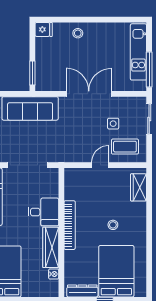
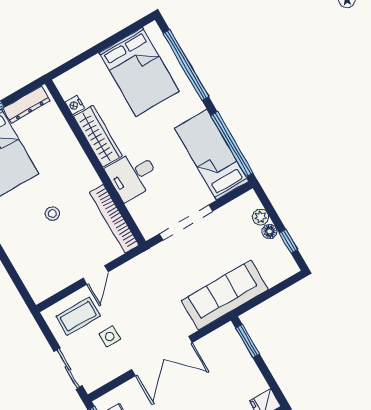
wardrobe: (139, 187) -> (32, 275), removed
bookcase: (70, 225) -> (114, 219), moved
stool: (113, 225) -> (52, 214), moved

